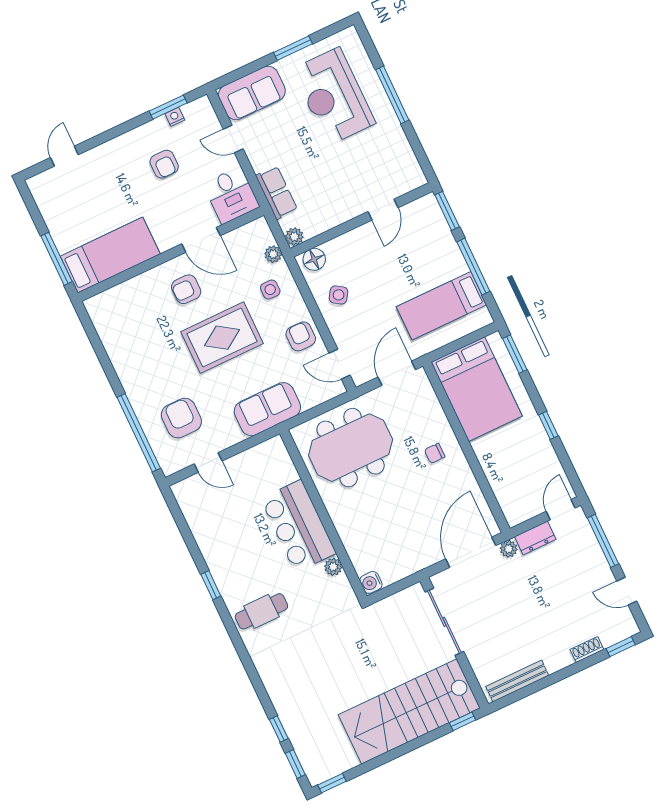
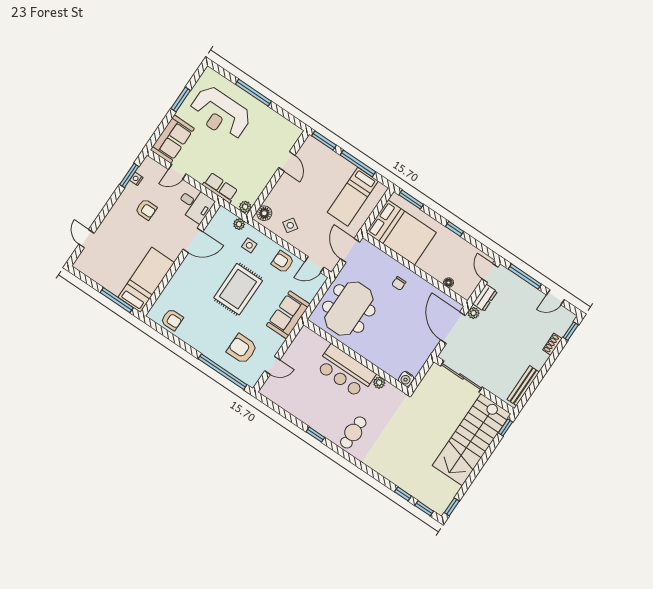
armchair: (186, 289) -> (172, 320), moved, turned -90
floor lamp: (500, 490) -> (449, 283), added

